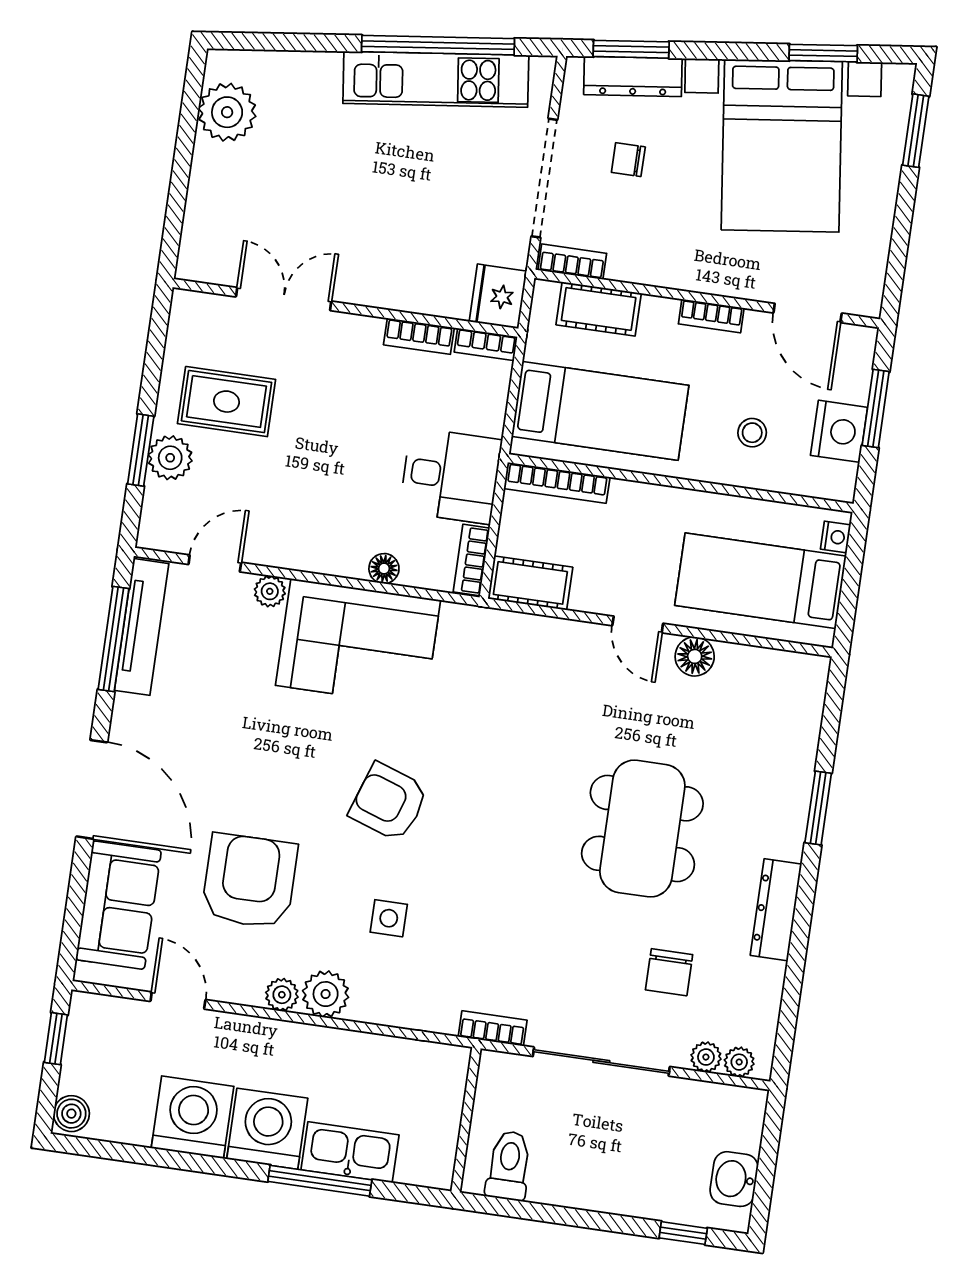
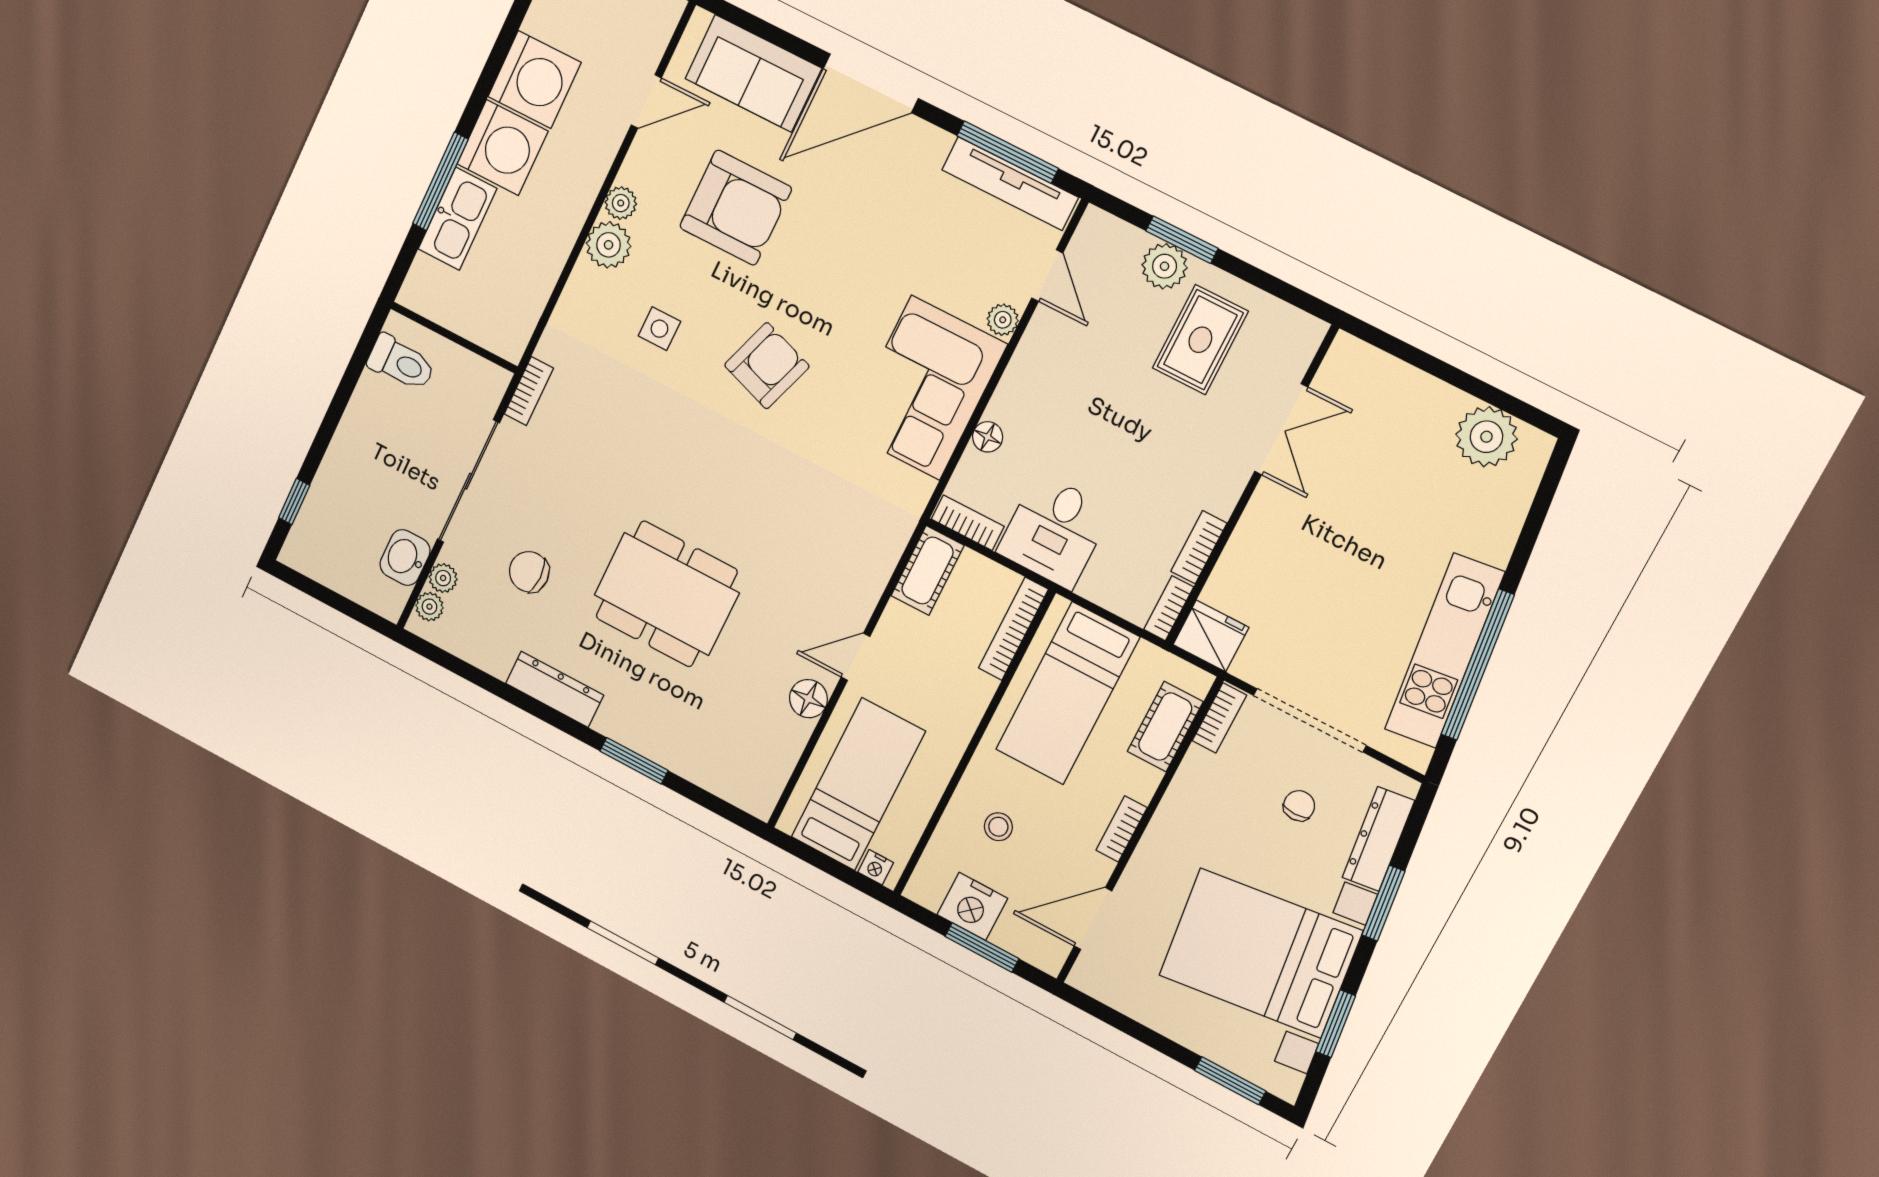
window: (631, 49) -> (1383, 903), moved
washbasin: (734, 1179) -> (405, 557), moved, turned -90

